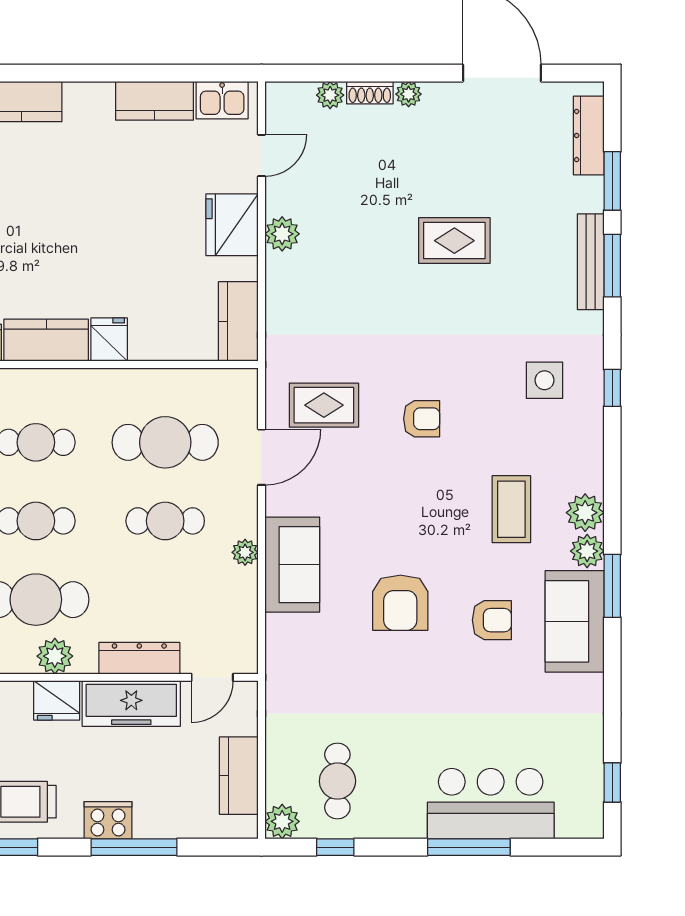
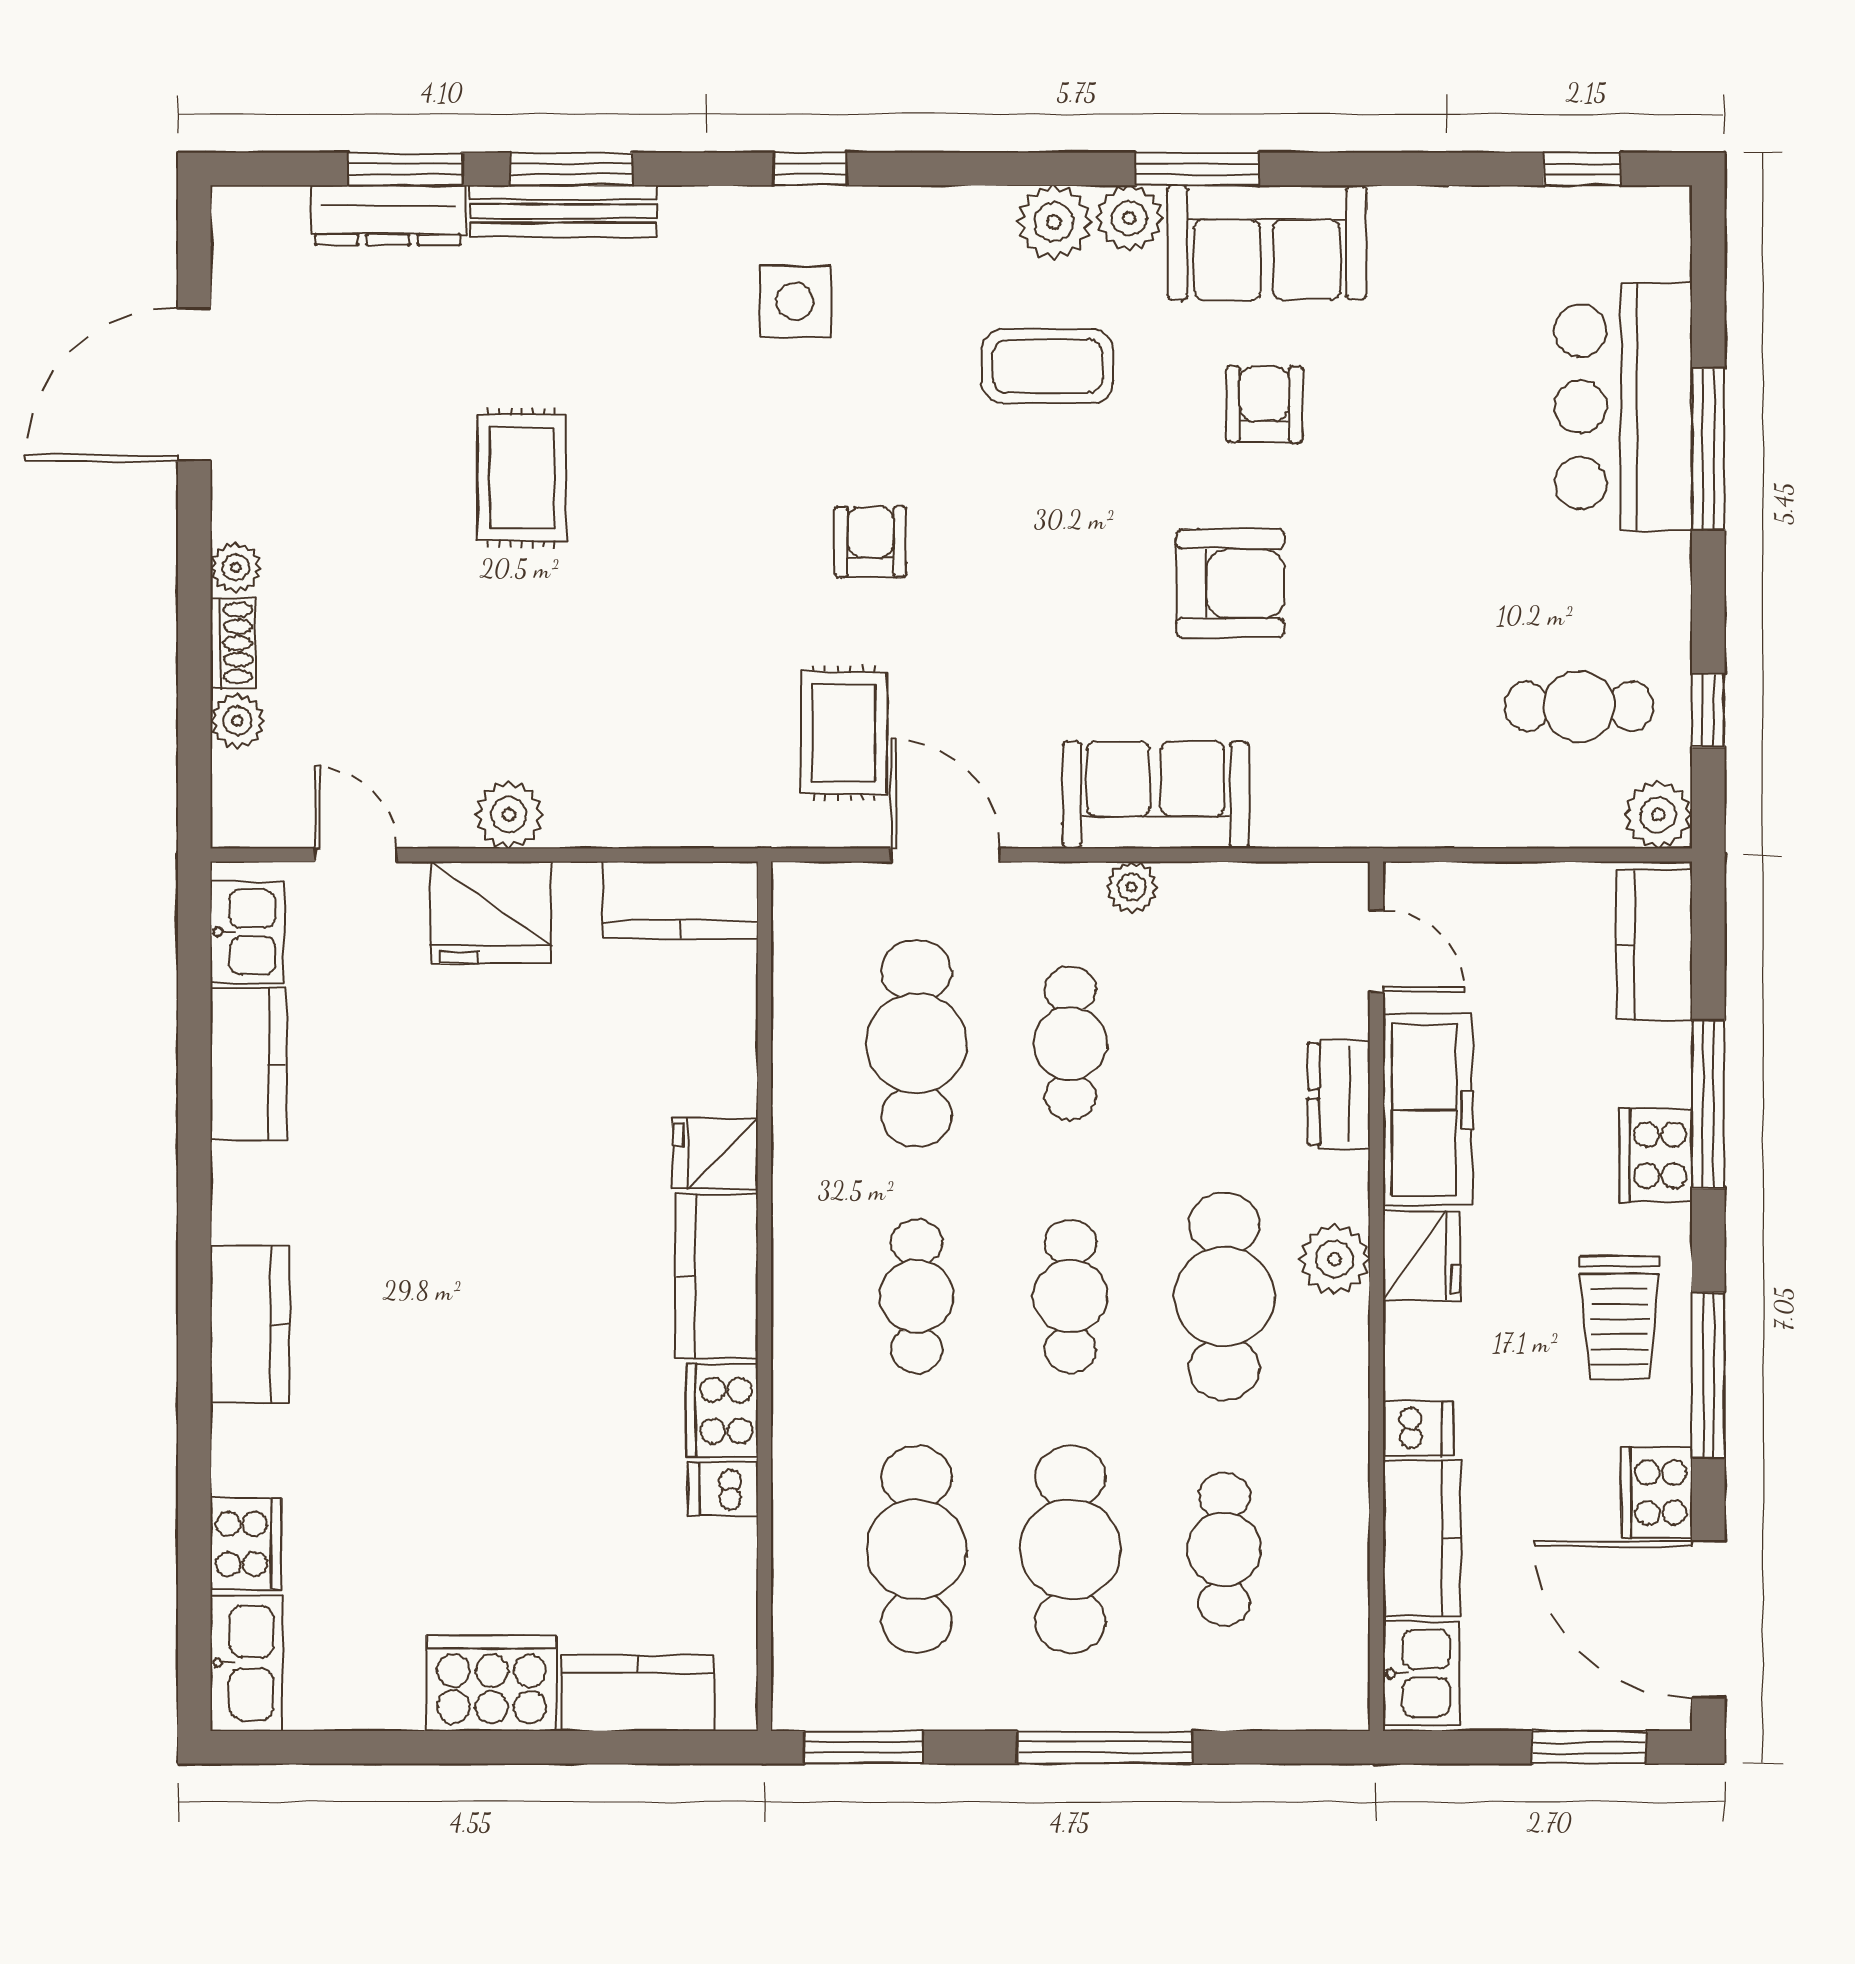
dresser: (589, 135) -> (388, 215), moved
dresser: (139, 658) -> (1339, 1094), width x0.70
kitchen counter: (239, 776) -> (1654, 945), moved, turned 90

